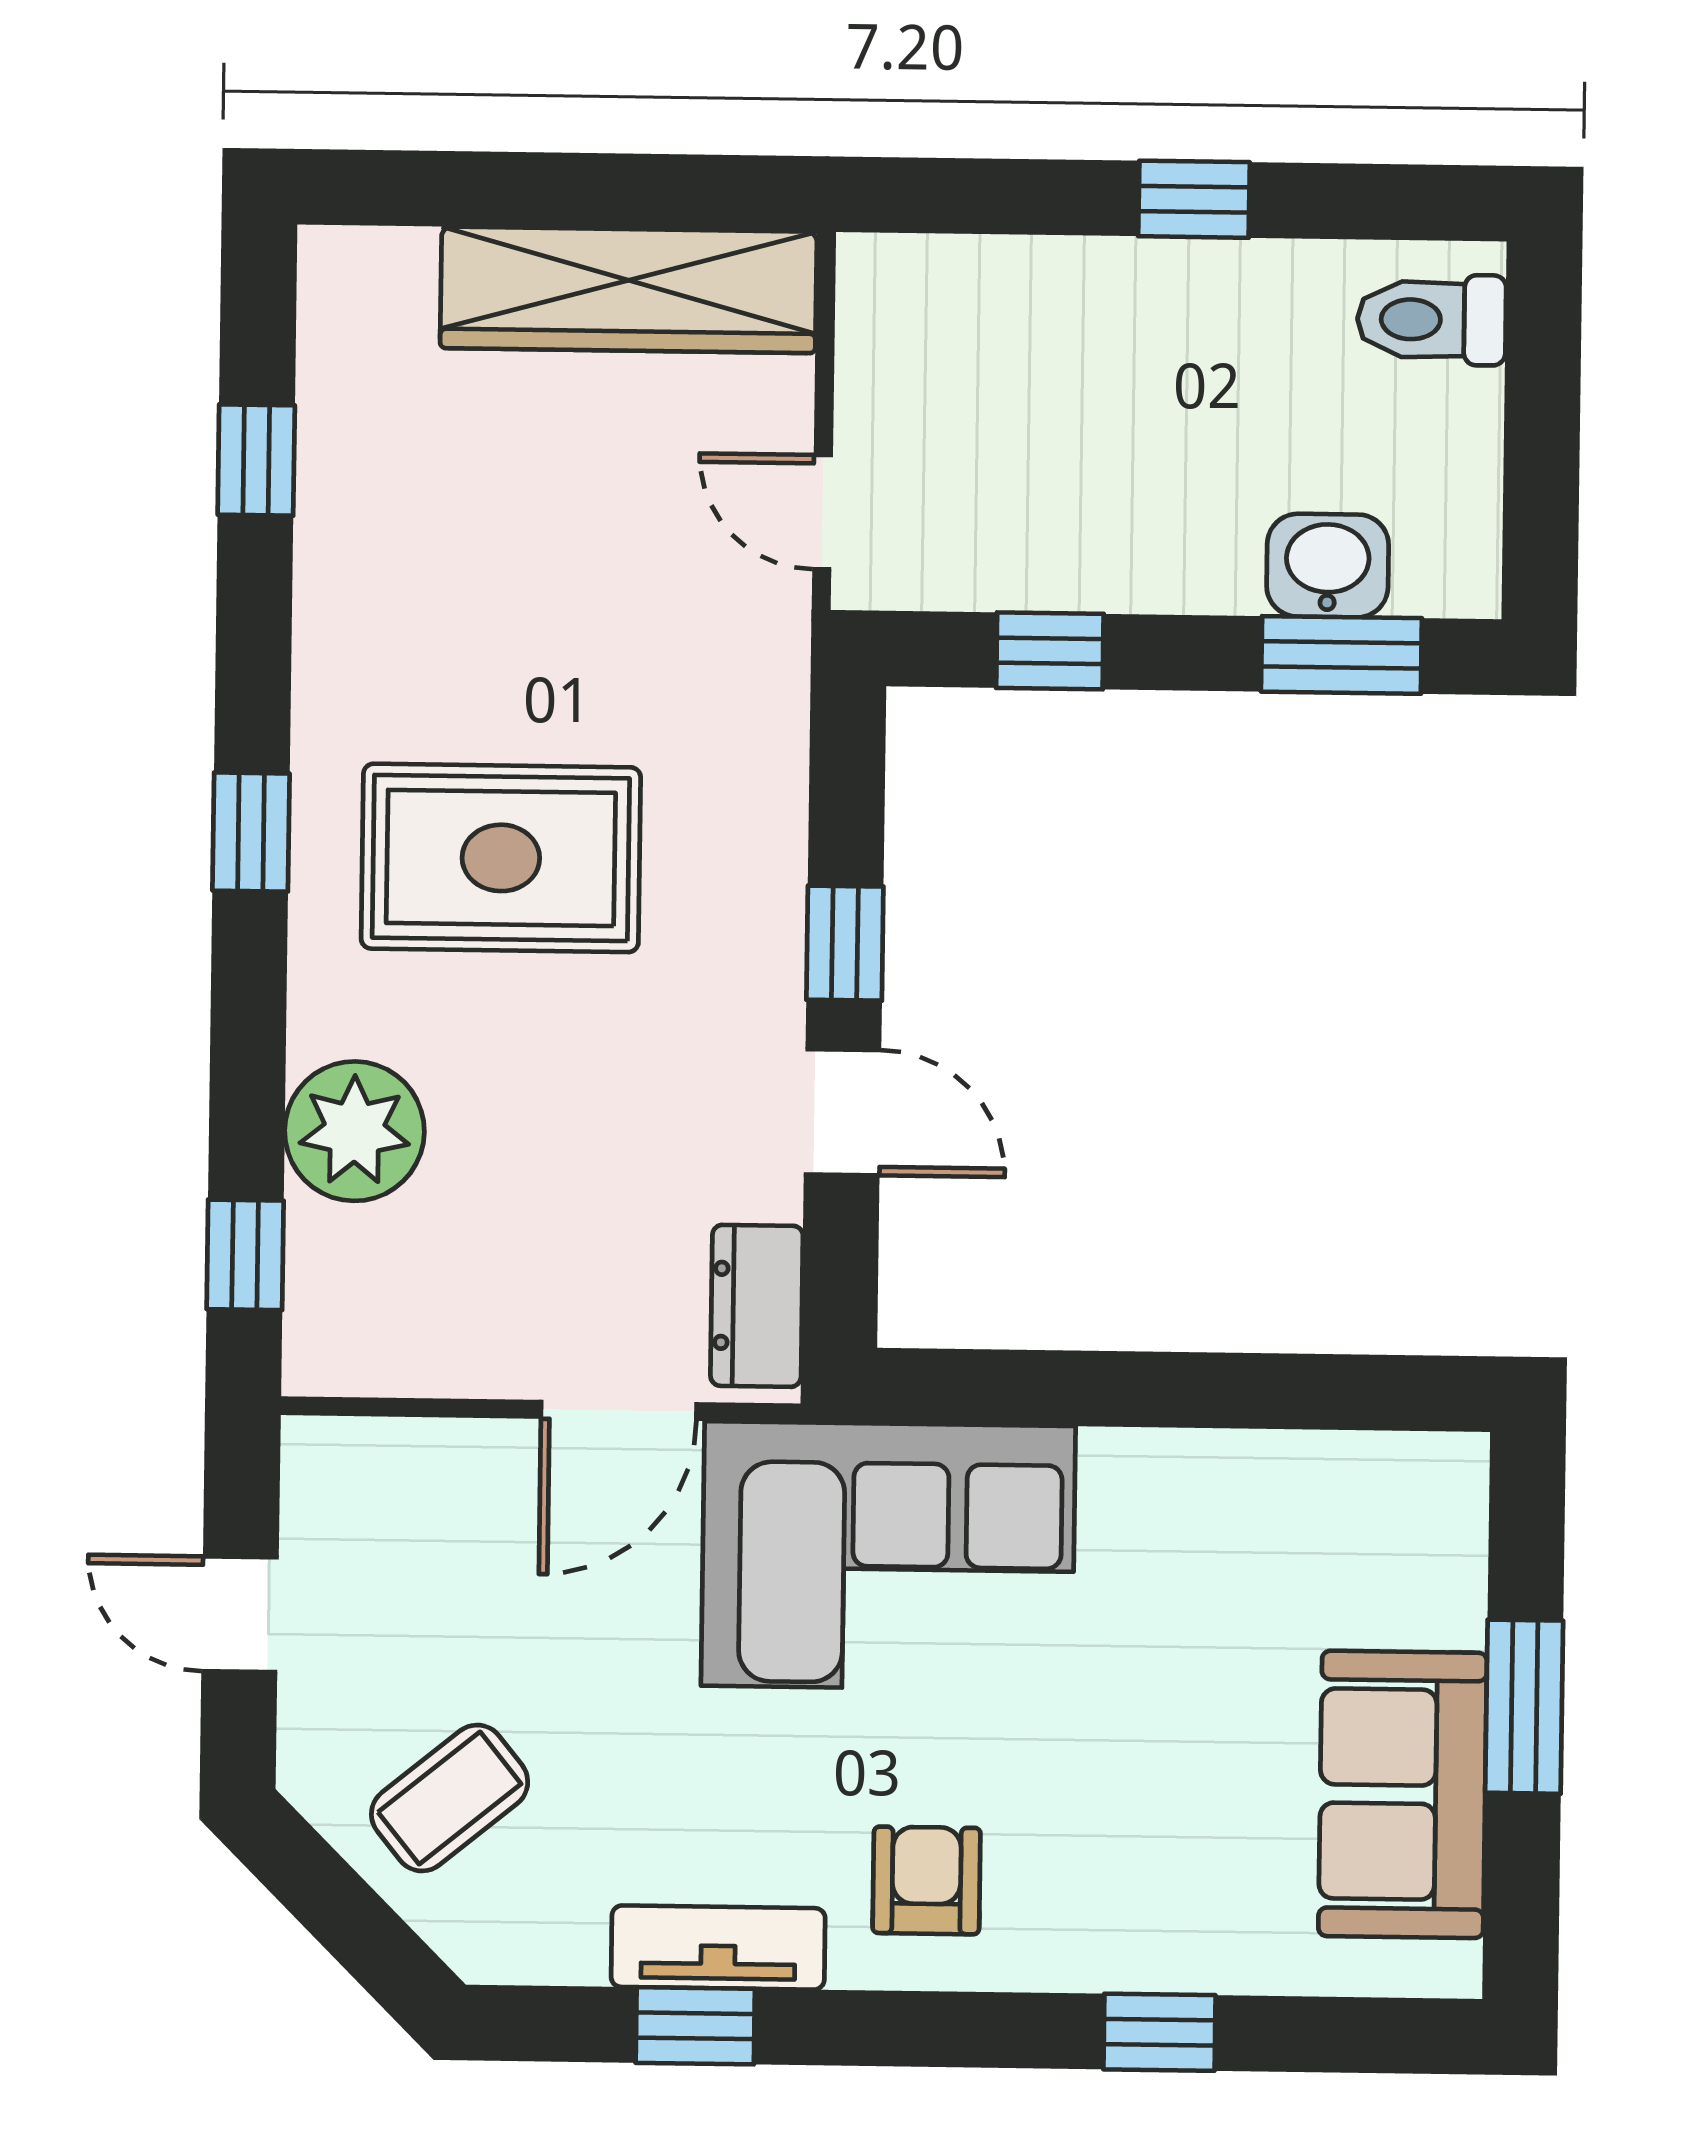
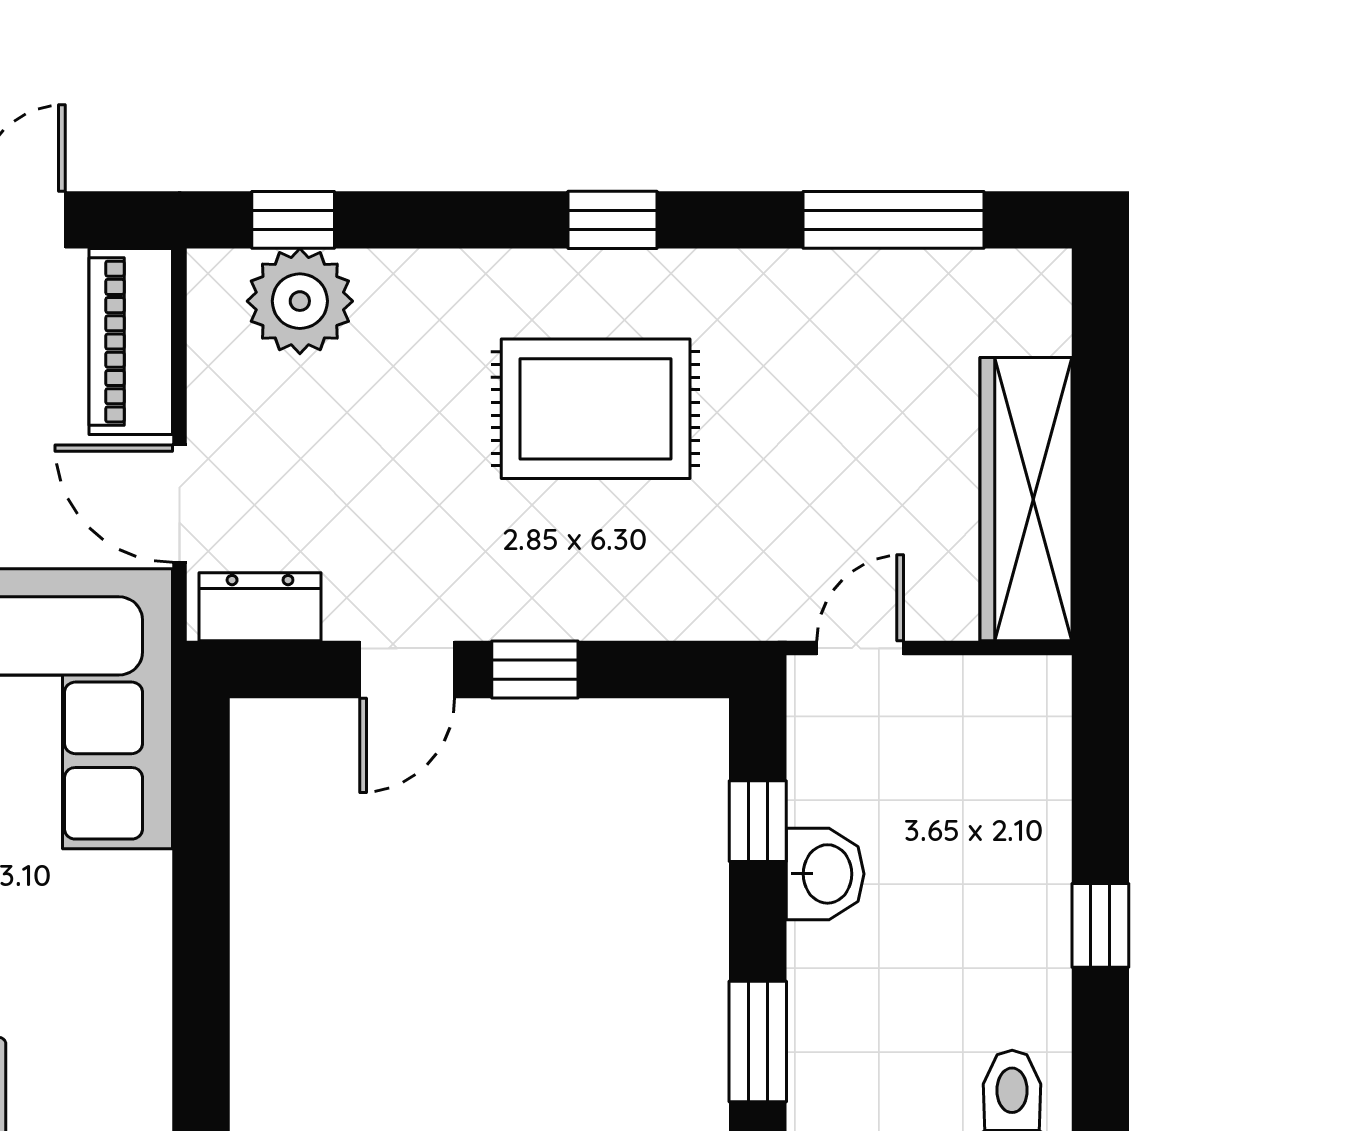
window: (256, 460) -> (894, 220), width x2.17
washbasin: (1328, 566) -> (825, 874), moved
rug: (501, 858) -> (596, 409), turned 90
plant: (354, 1131) -> (300, 301), moved
piano: (403, 1472) -> (131, 342), added

